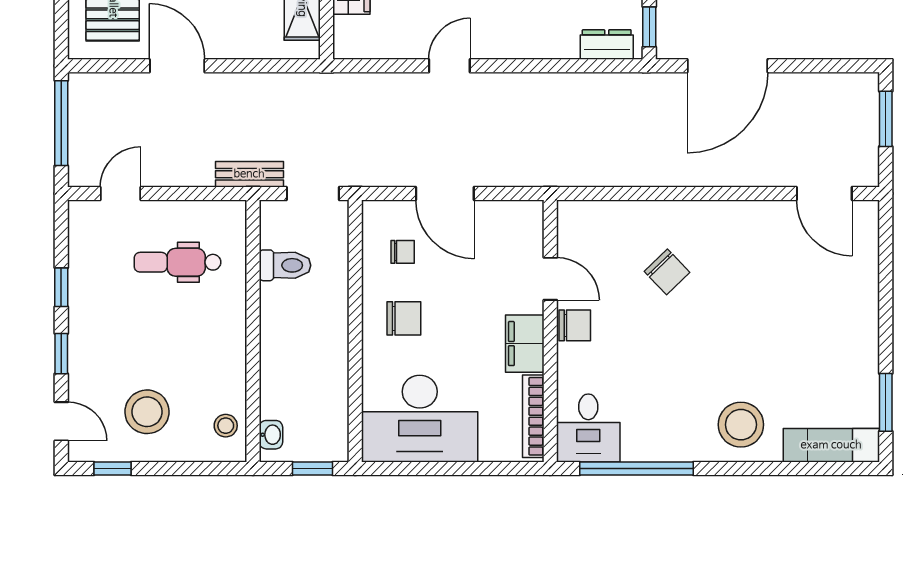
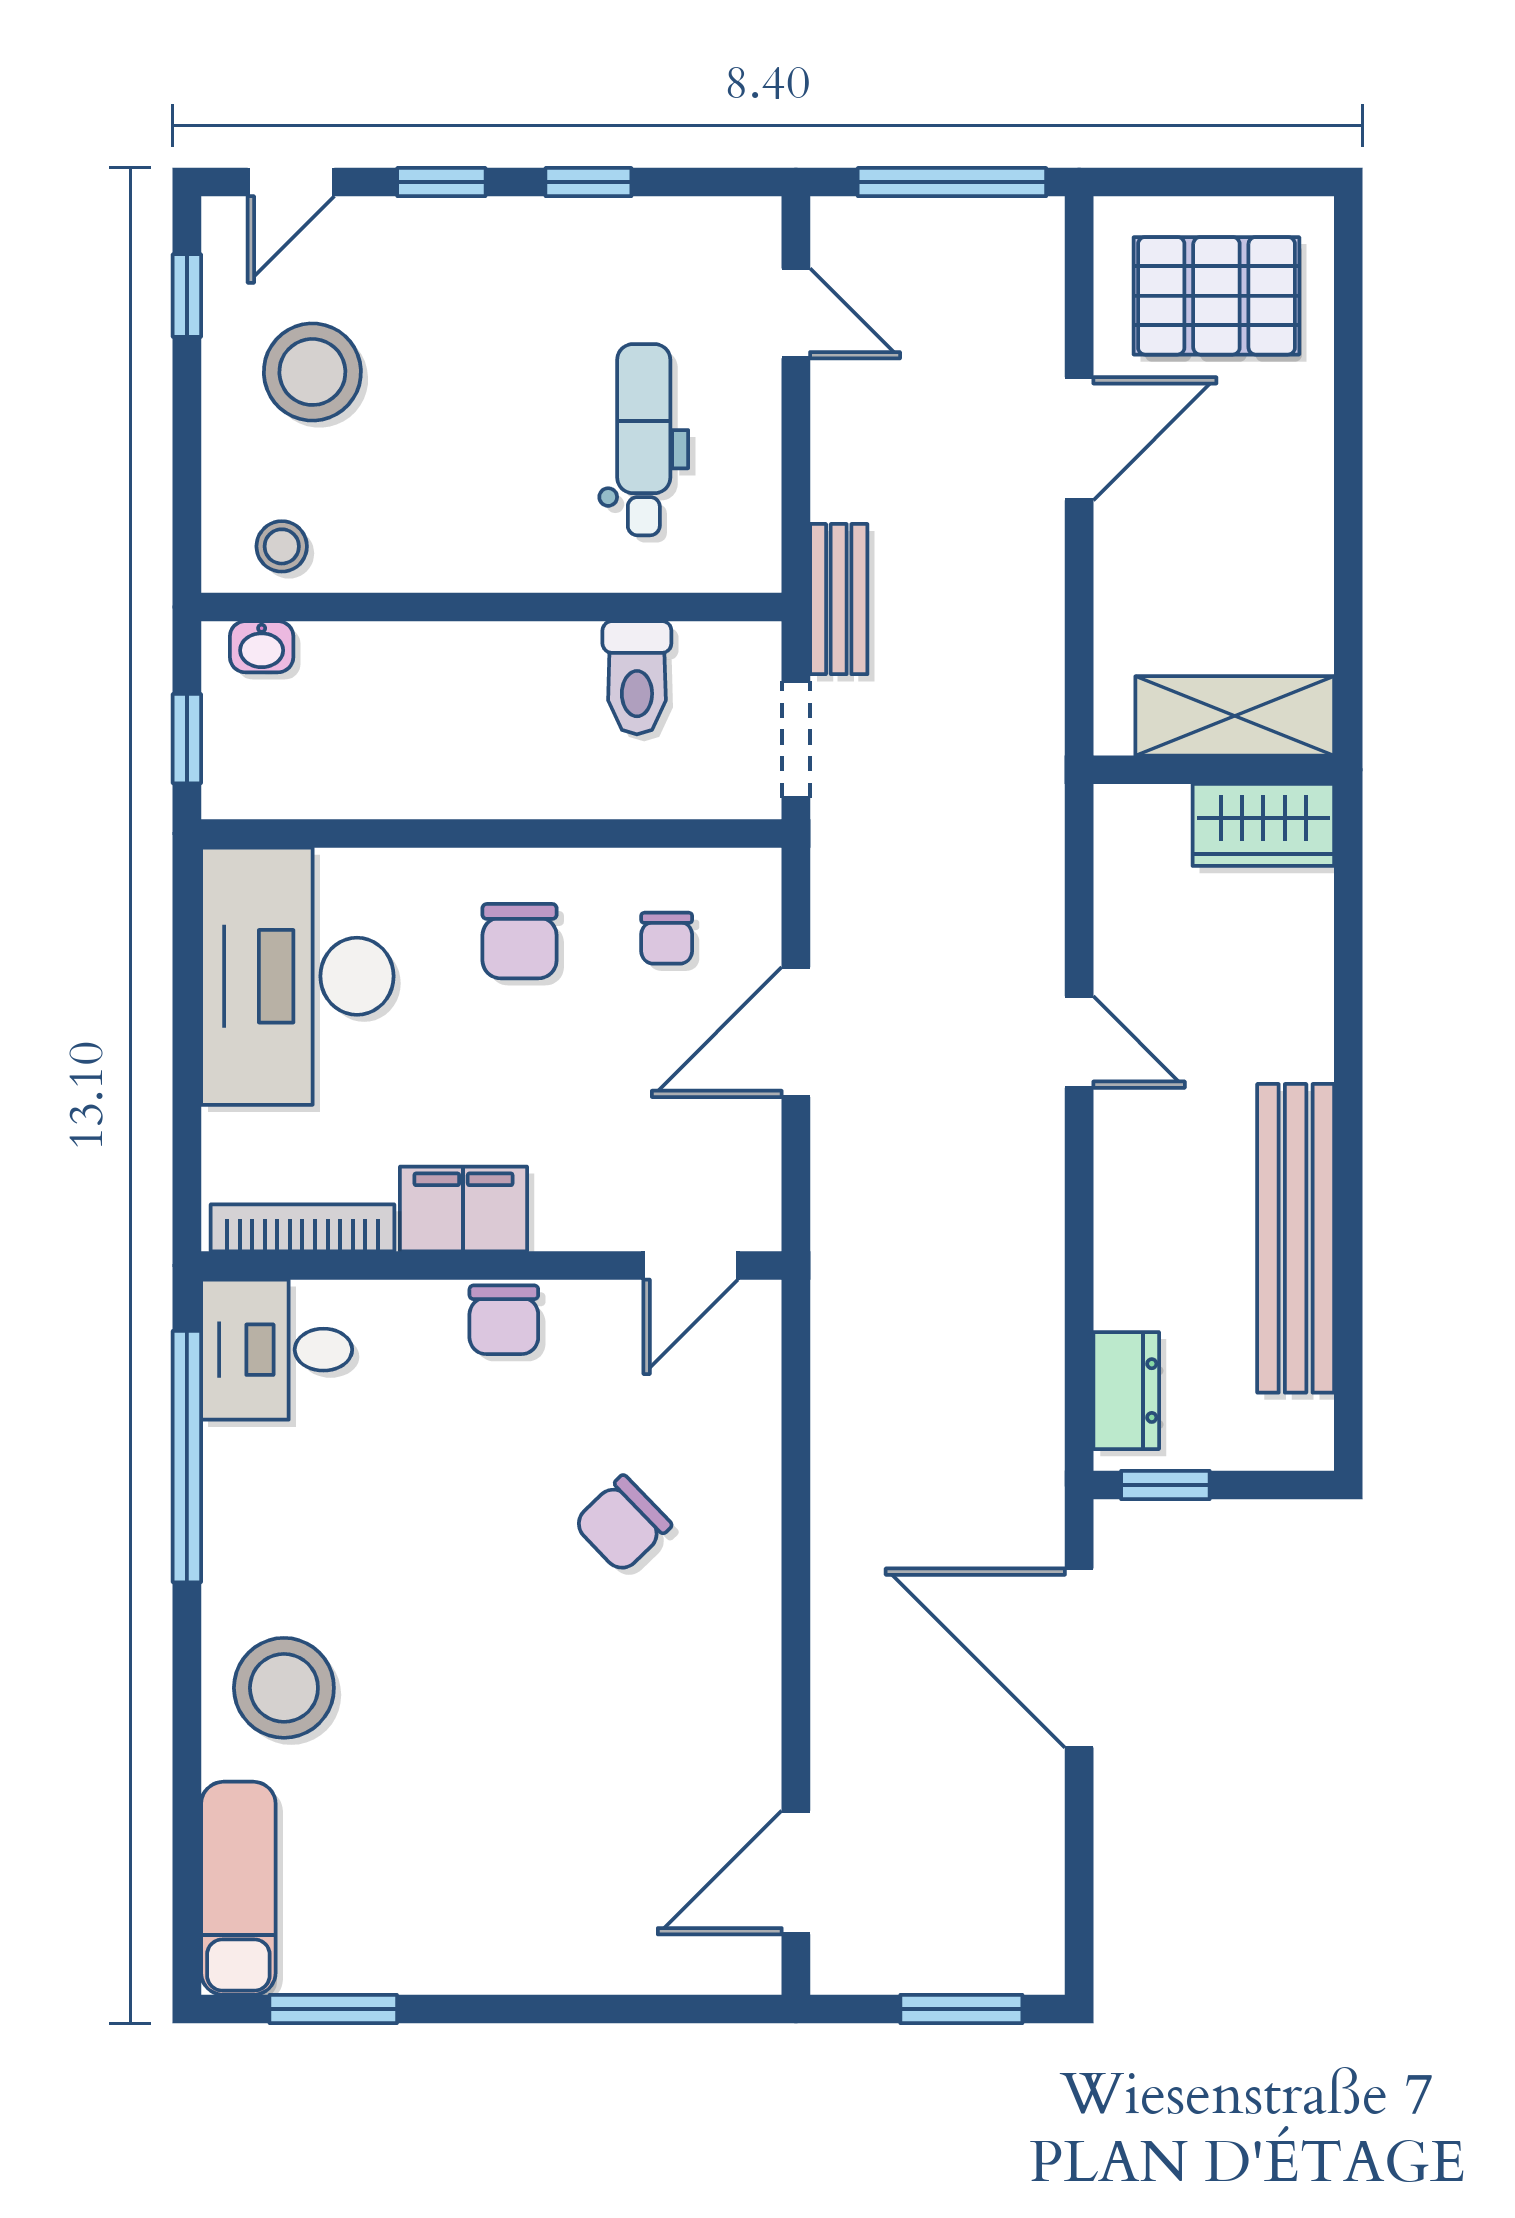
door: (550, 279) -> (691, 1265), moved

